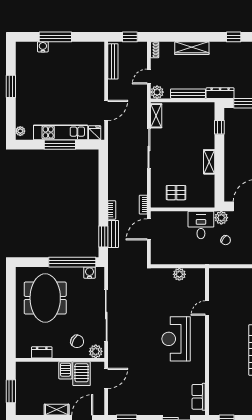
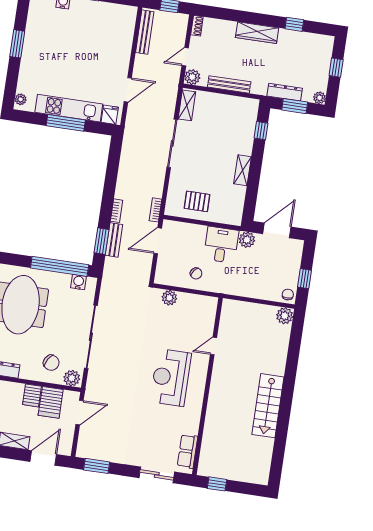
wardrobe: (192, 48) -> (257, 33), moved
dresser: (220, 93) -> (285, 92), moved
chair: (226, 240) -> (196, 273), moved
plant: (179, 274) -> (169, 298), moved

